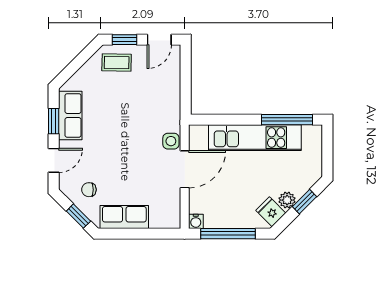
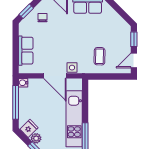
door: (159, 40) -> (134, 60), hinge flipped
coffee table: (117, 63) -> (100, 56), moved
row of seats: (124, 217) -> (26, 51), moved

